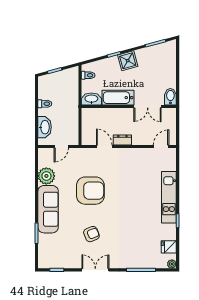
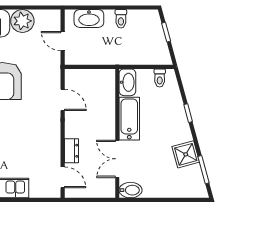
shower: (128, 61) -> (186, 154), moved
dresser: (122, 140) -> (71, 151), moved
door: (104, 146) -> (63, 100), hinge flipped

